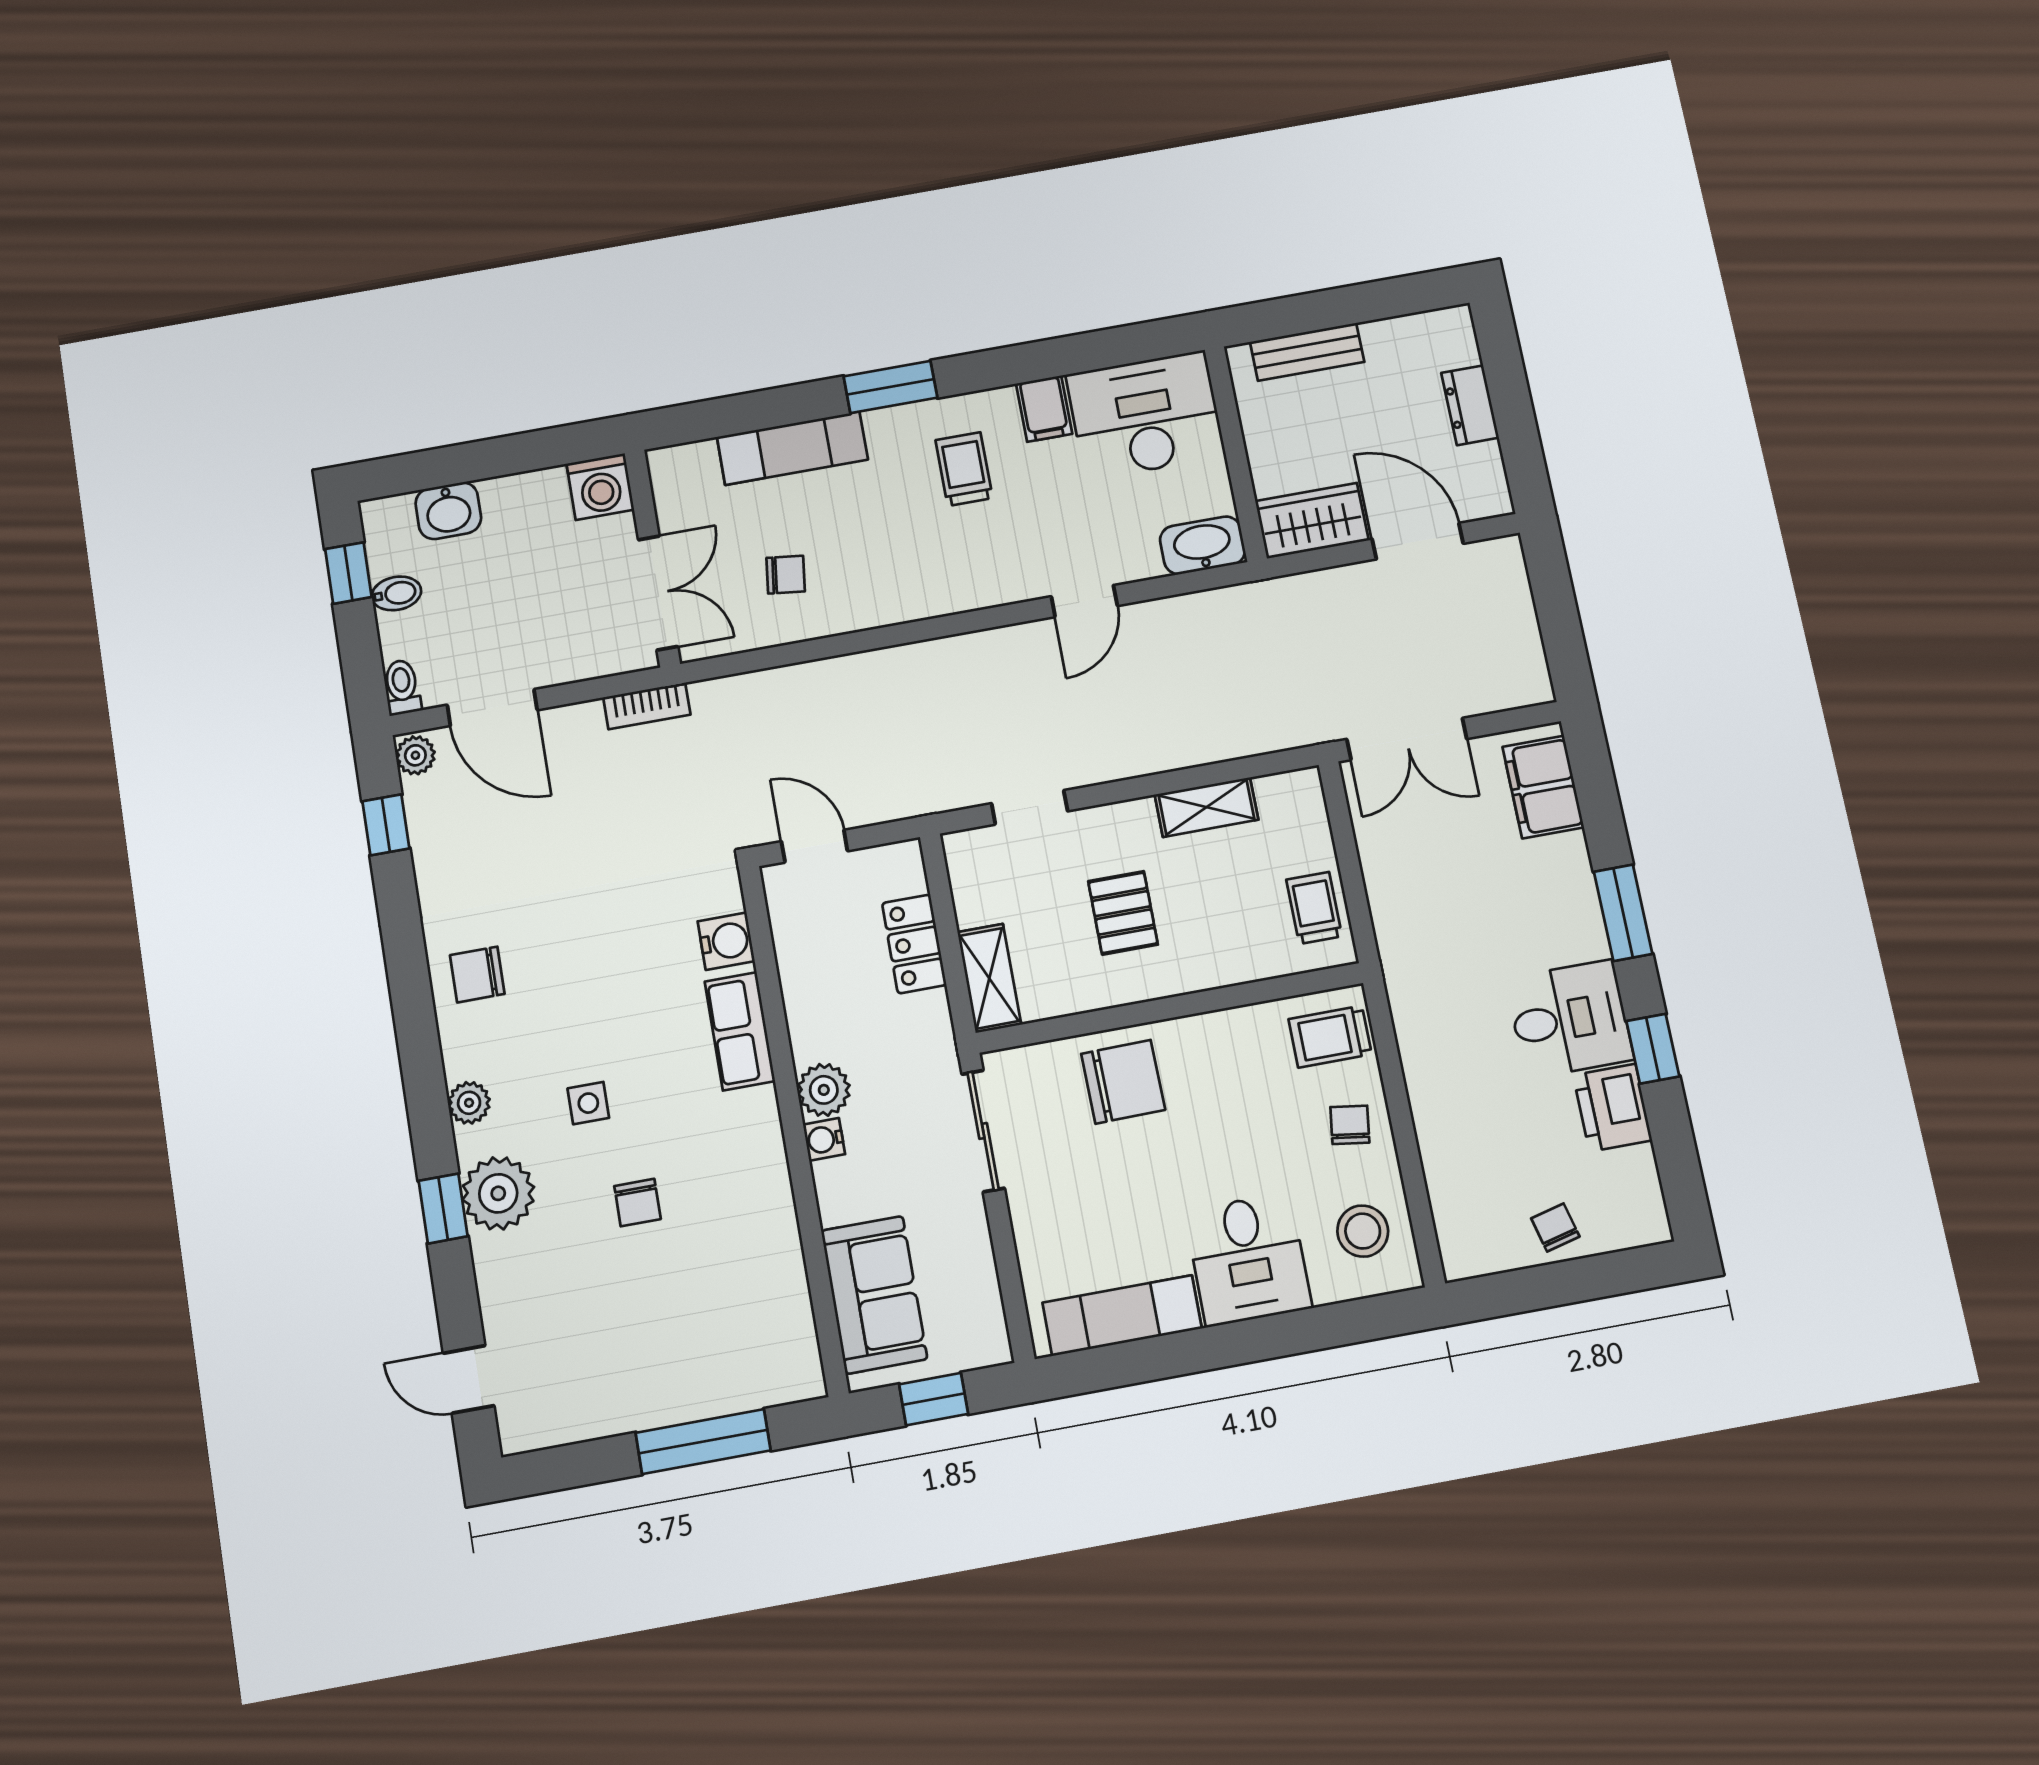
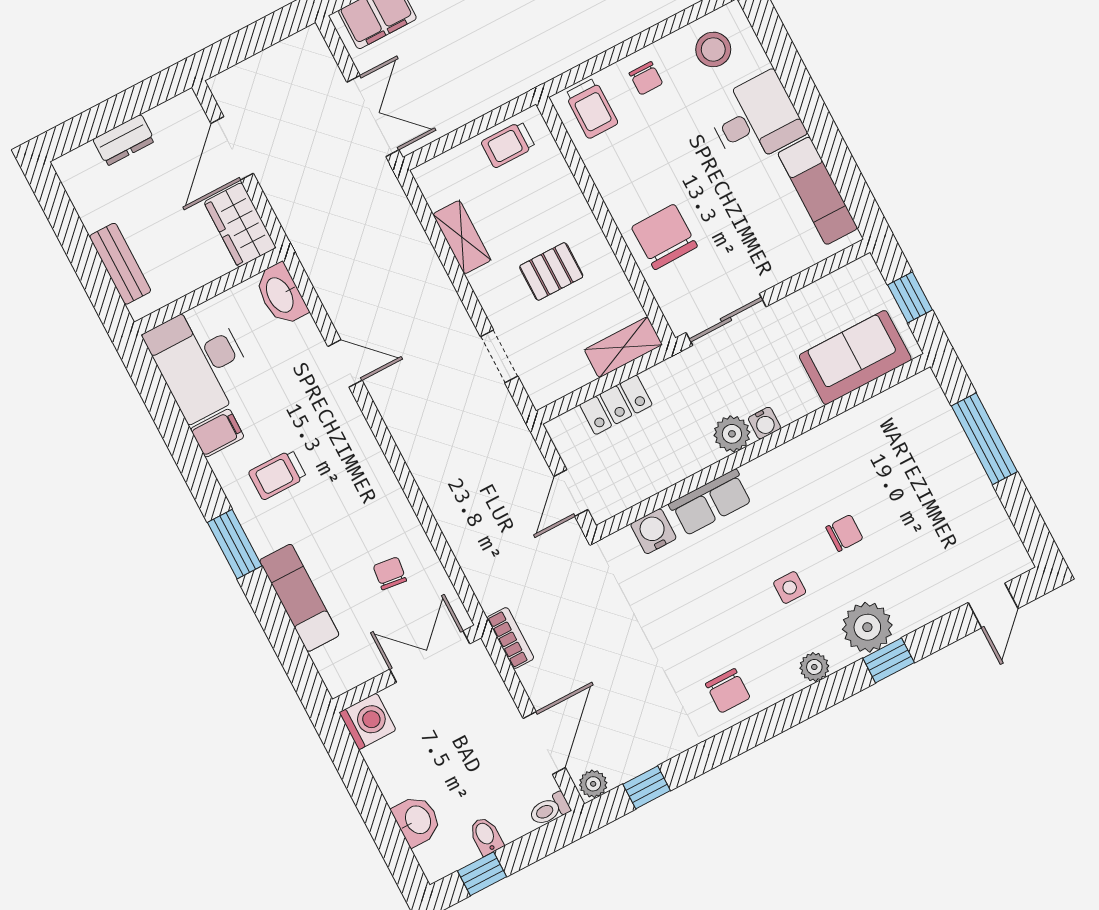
chair: (1350, 1125) -> (646, 78), turned -98

